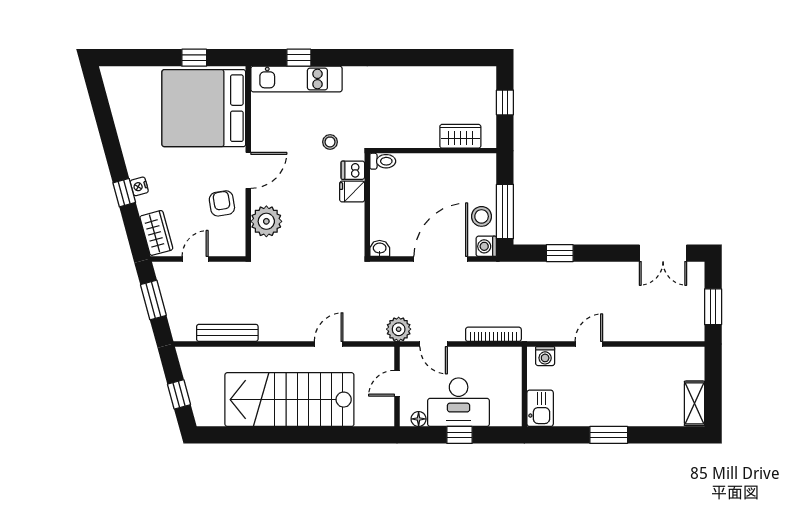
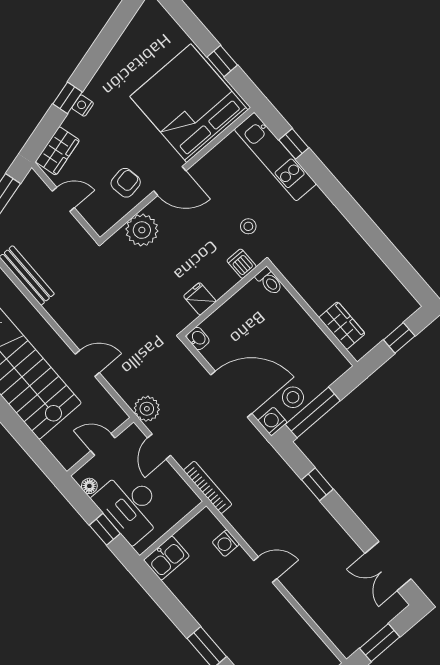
fridge: (352, 192) -> (200, 299), moved
wall: (524, 386) -> (173, 531), moved
kitchen sink: (540, 408) -> (166, 558), moved

